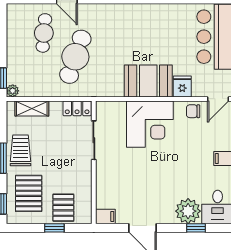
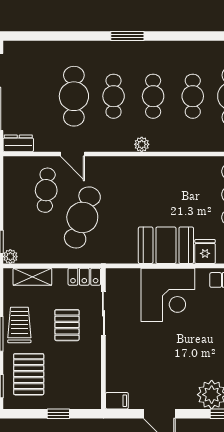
pallet: (63, 208) -> (67, 325), moved

